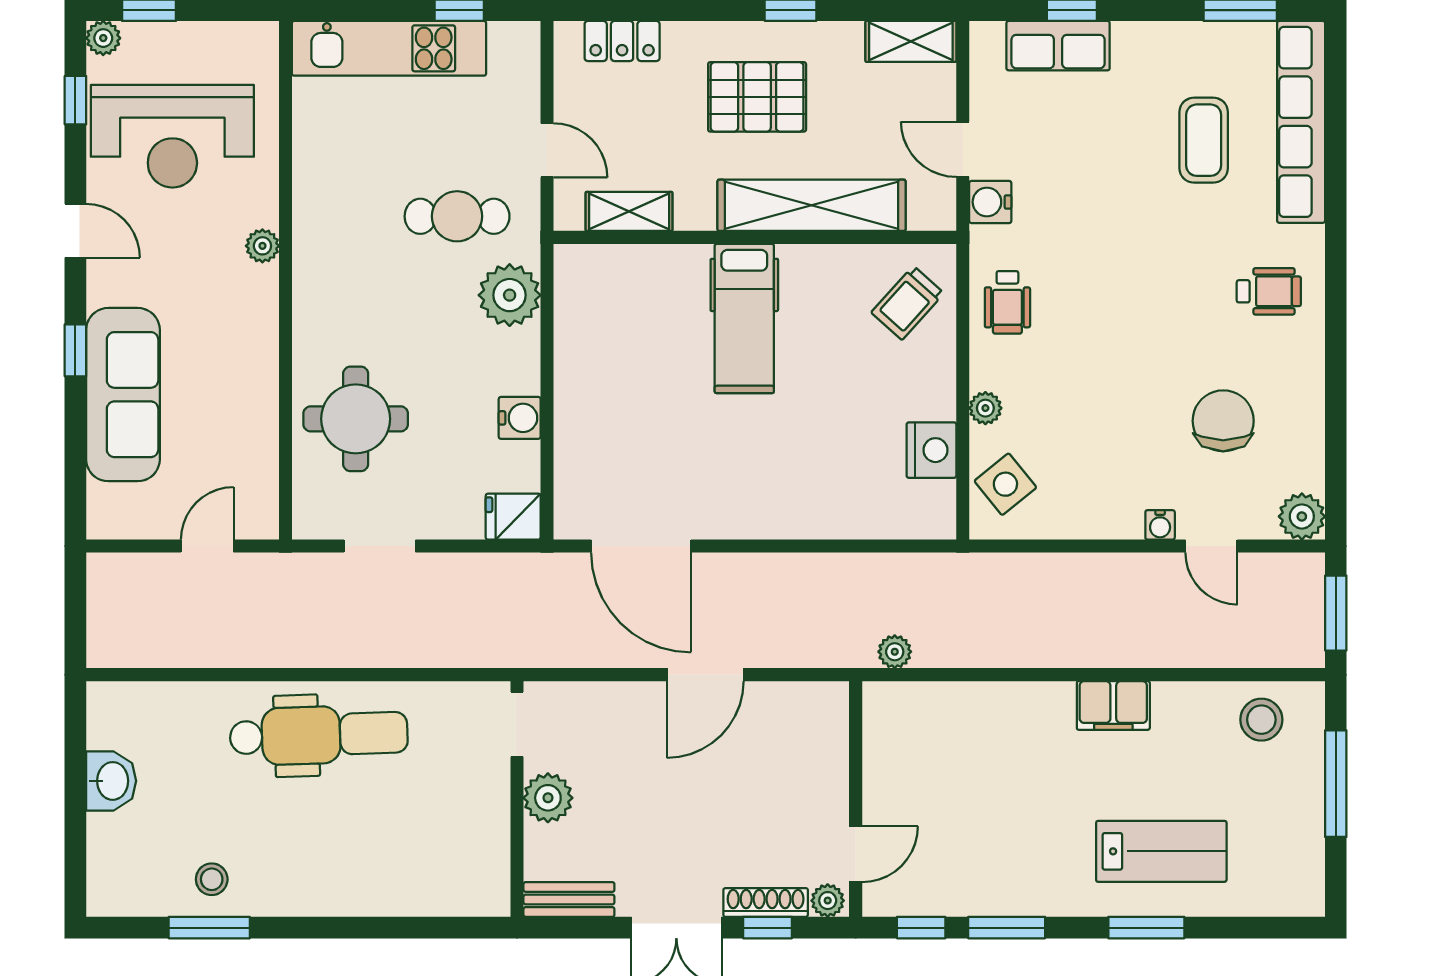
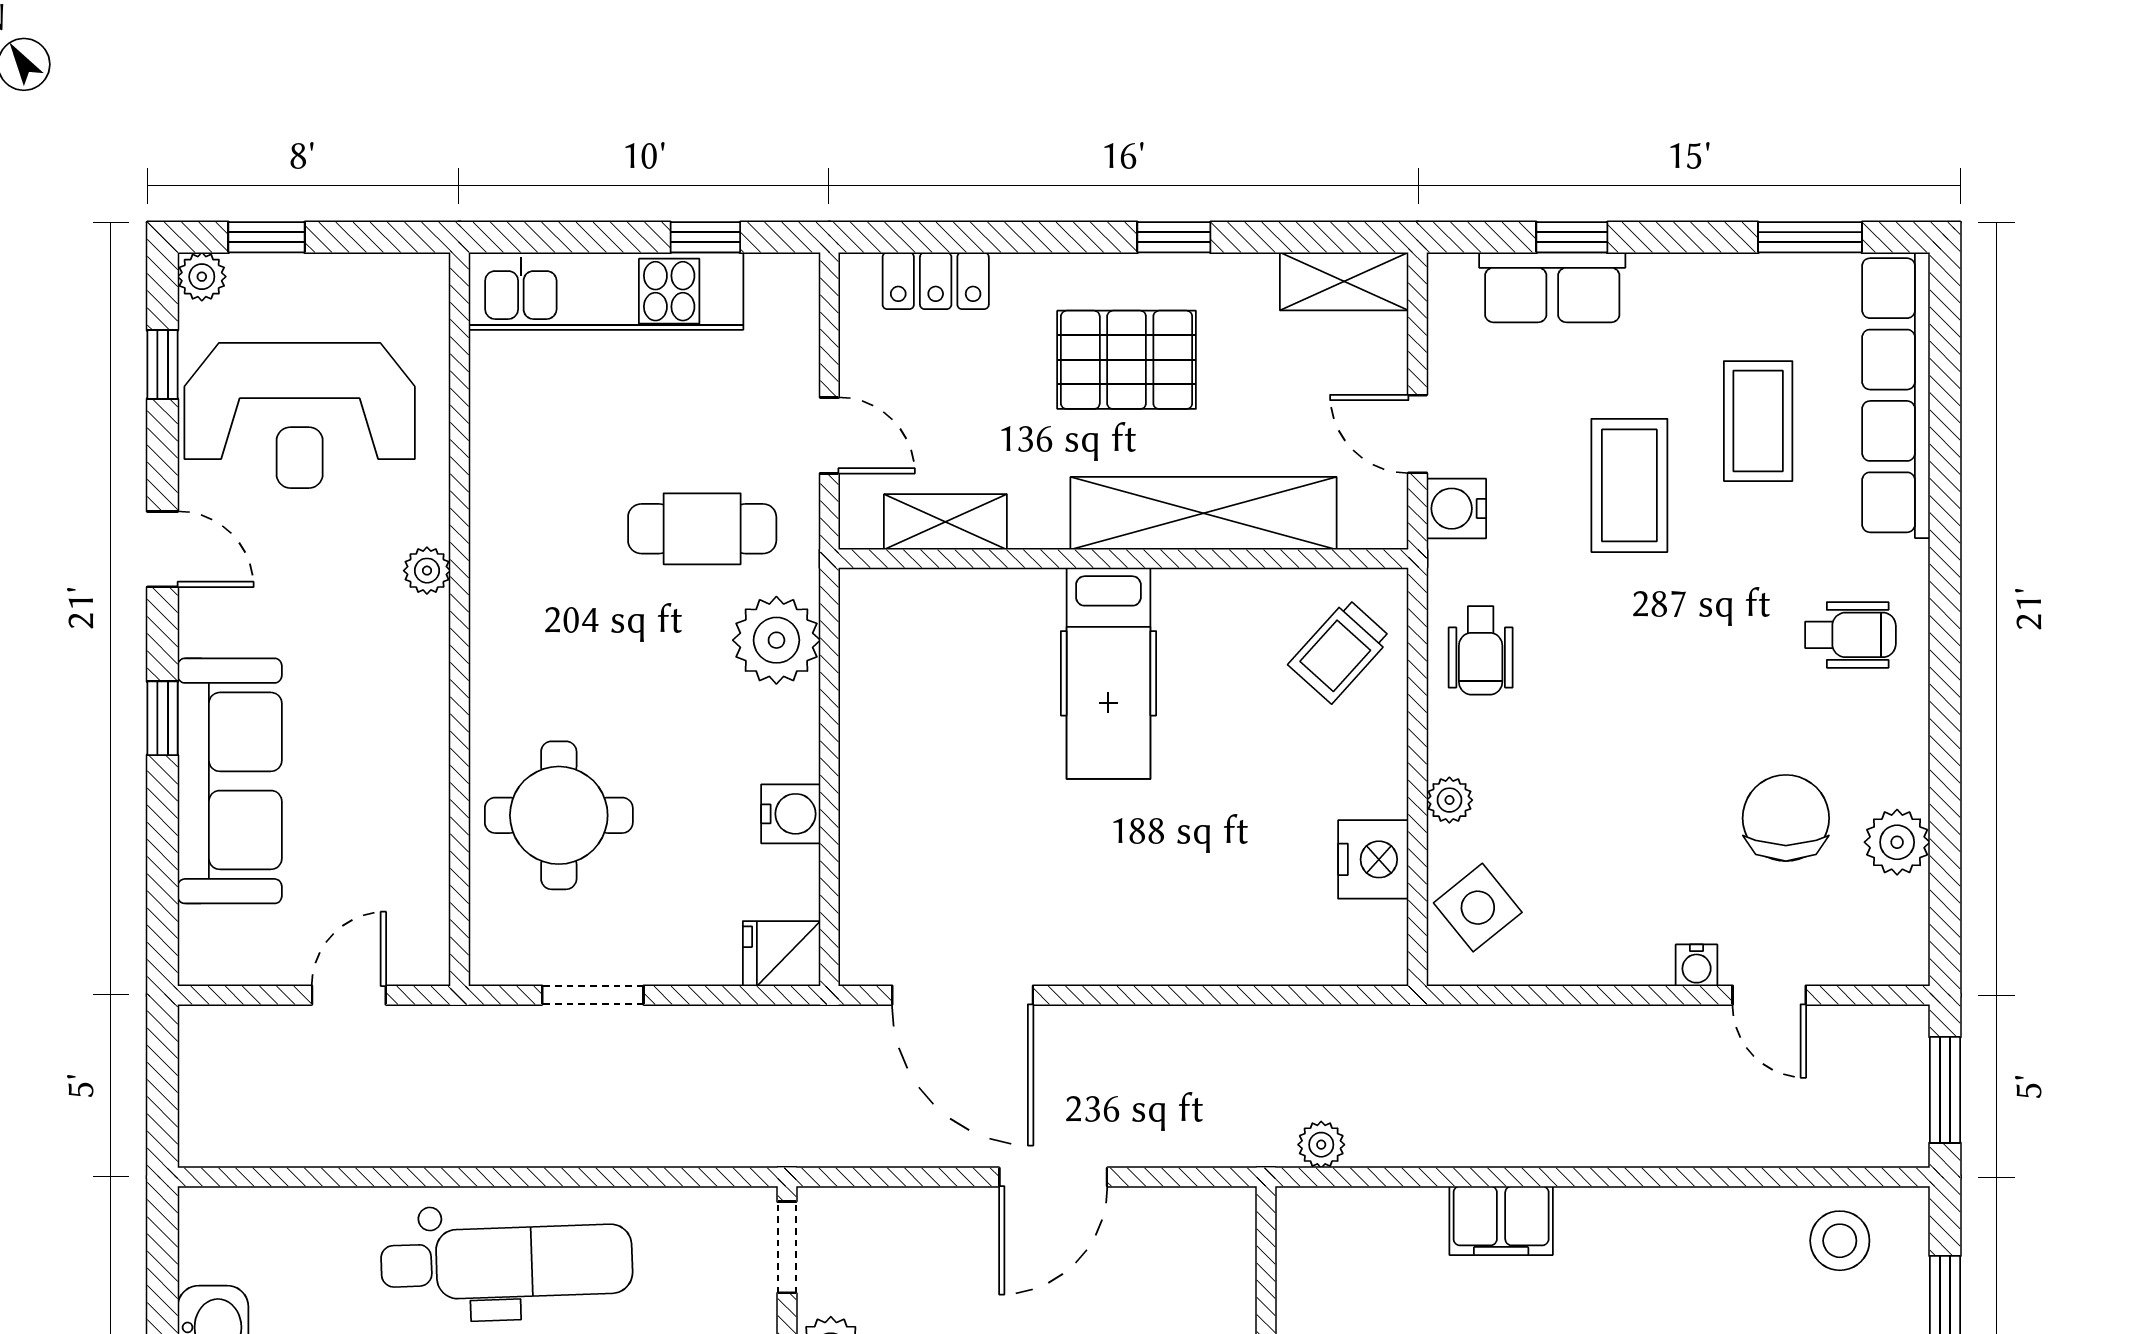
coffee table: (1113, 186) -> (1629, 485), added
plant: (1302, 516) -> (1897, 842), moved
filing cabinet: (1113, 705) -> (1501, 1221), moved

